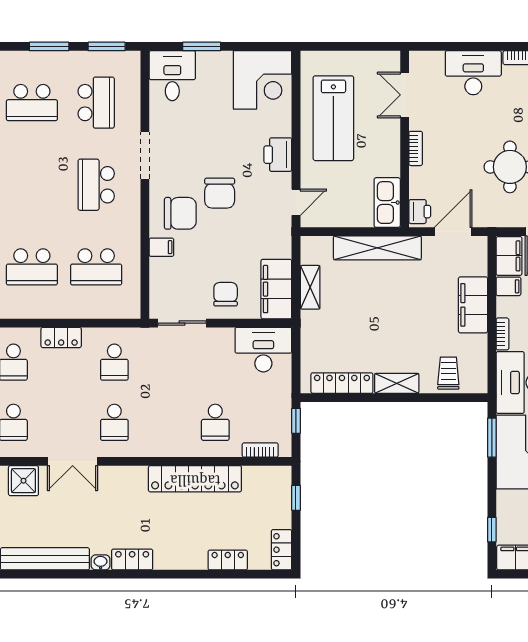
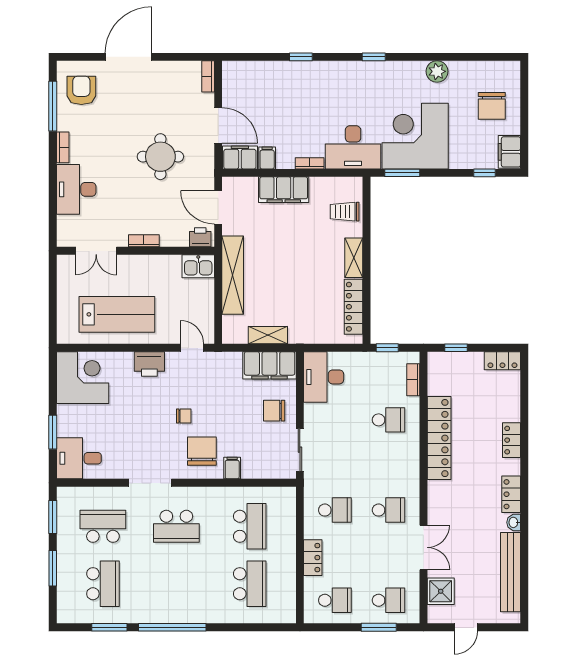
chair: (220, 193) -> (184, 416), width x0.54, depth x0.54
kitchen sink: (387, 203) -> (198, 266), width x0.73
locker: (228, 560) -> (512, 440), moved

